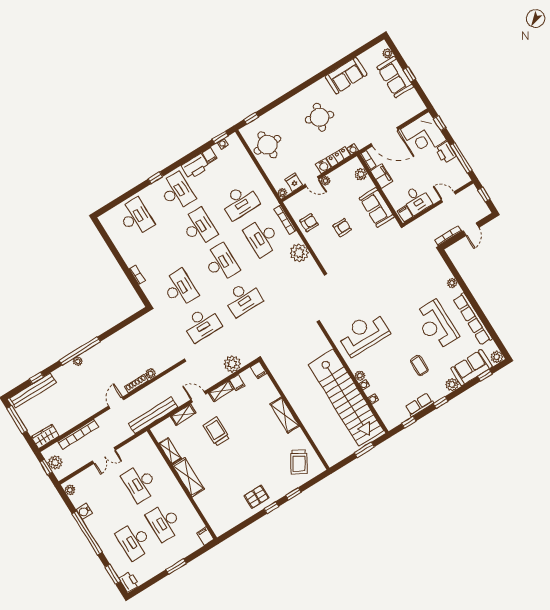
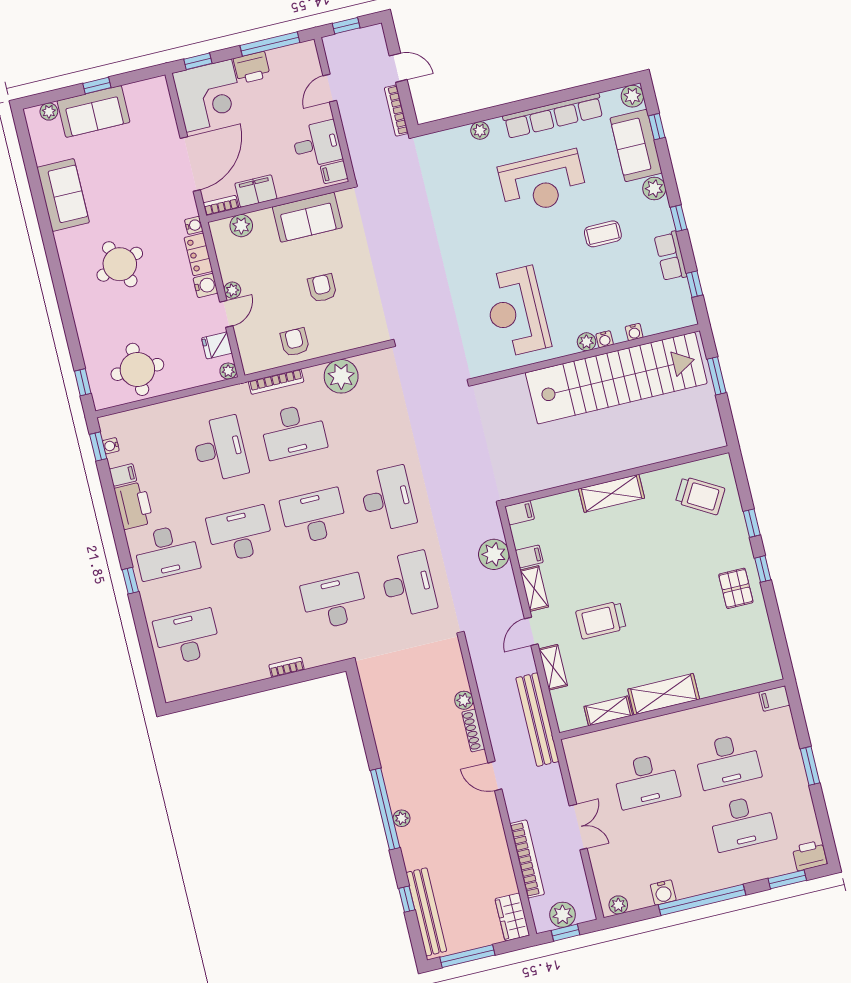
round table: (320, 117) -> (120, 264), turned -38
desk: (177, 192) -> (166, 552), turned 180

